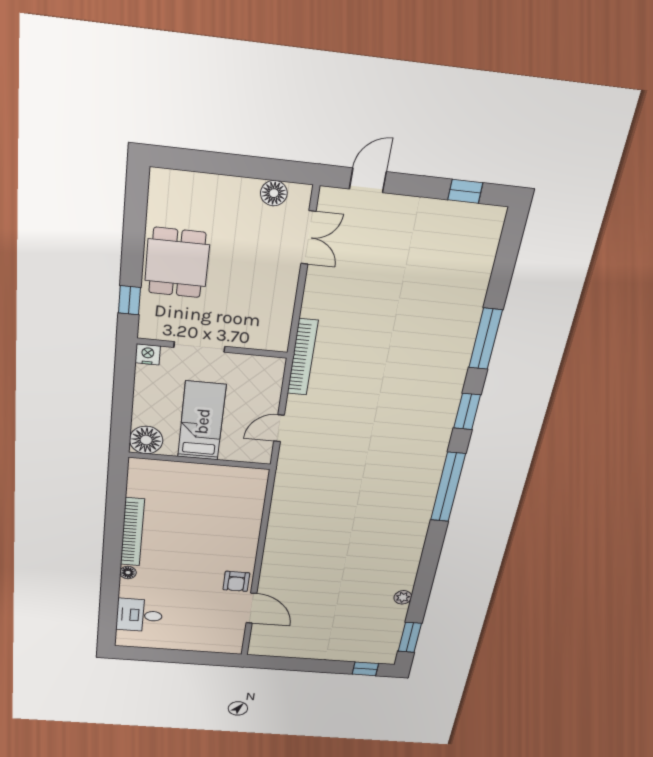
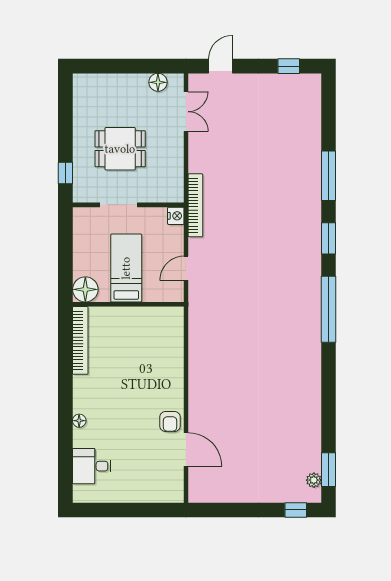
dining table: (177, 263) -> (120, 149), moved, turned 90
nightstand: (148, 354) -> (176, 216), moved, turned 90
bookcase: (132, 532) -> (80, 340), moved
plant: (403, 597) -> (314, 480), moved

